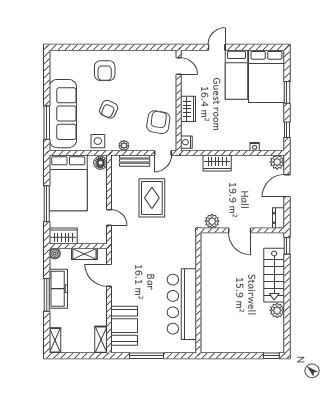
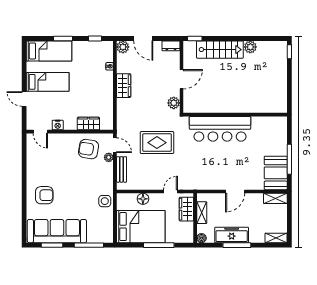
door: (179, 66) -> (40, 132), swing flipped
bed: (267, 76) -> (49, 51), width x0.67
window: (47, 80) -> (52, 245), added
armchair: (109, 109) -> (77, 192), removed
wardrobe: (188, 109) -> (88, 124), moved
sofa: (63, 114) -> (57, 231), moved
nightstand: (186, 142) -> (58, 125), moved
plant: (124, 146) -> (109, 157), moved
floor lamp: (100, 163) -> (143, 199), moved
wardrobe: (217, 163) -> (124, 86), moved
rug: (152, 198) -> (157, 143), moved
wardrobe: (63, 236) -> (186, 209), moved
door: (109, 275) -> (235, 191), moved
bar counter: (182, 304) -> (220, 129), moved
booth: (124, 326) -> (276, 173), moved, turned 90

